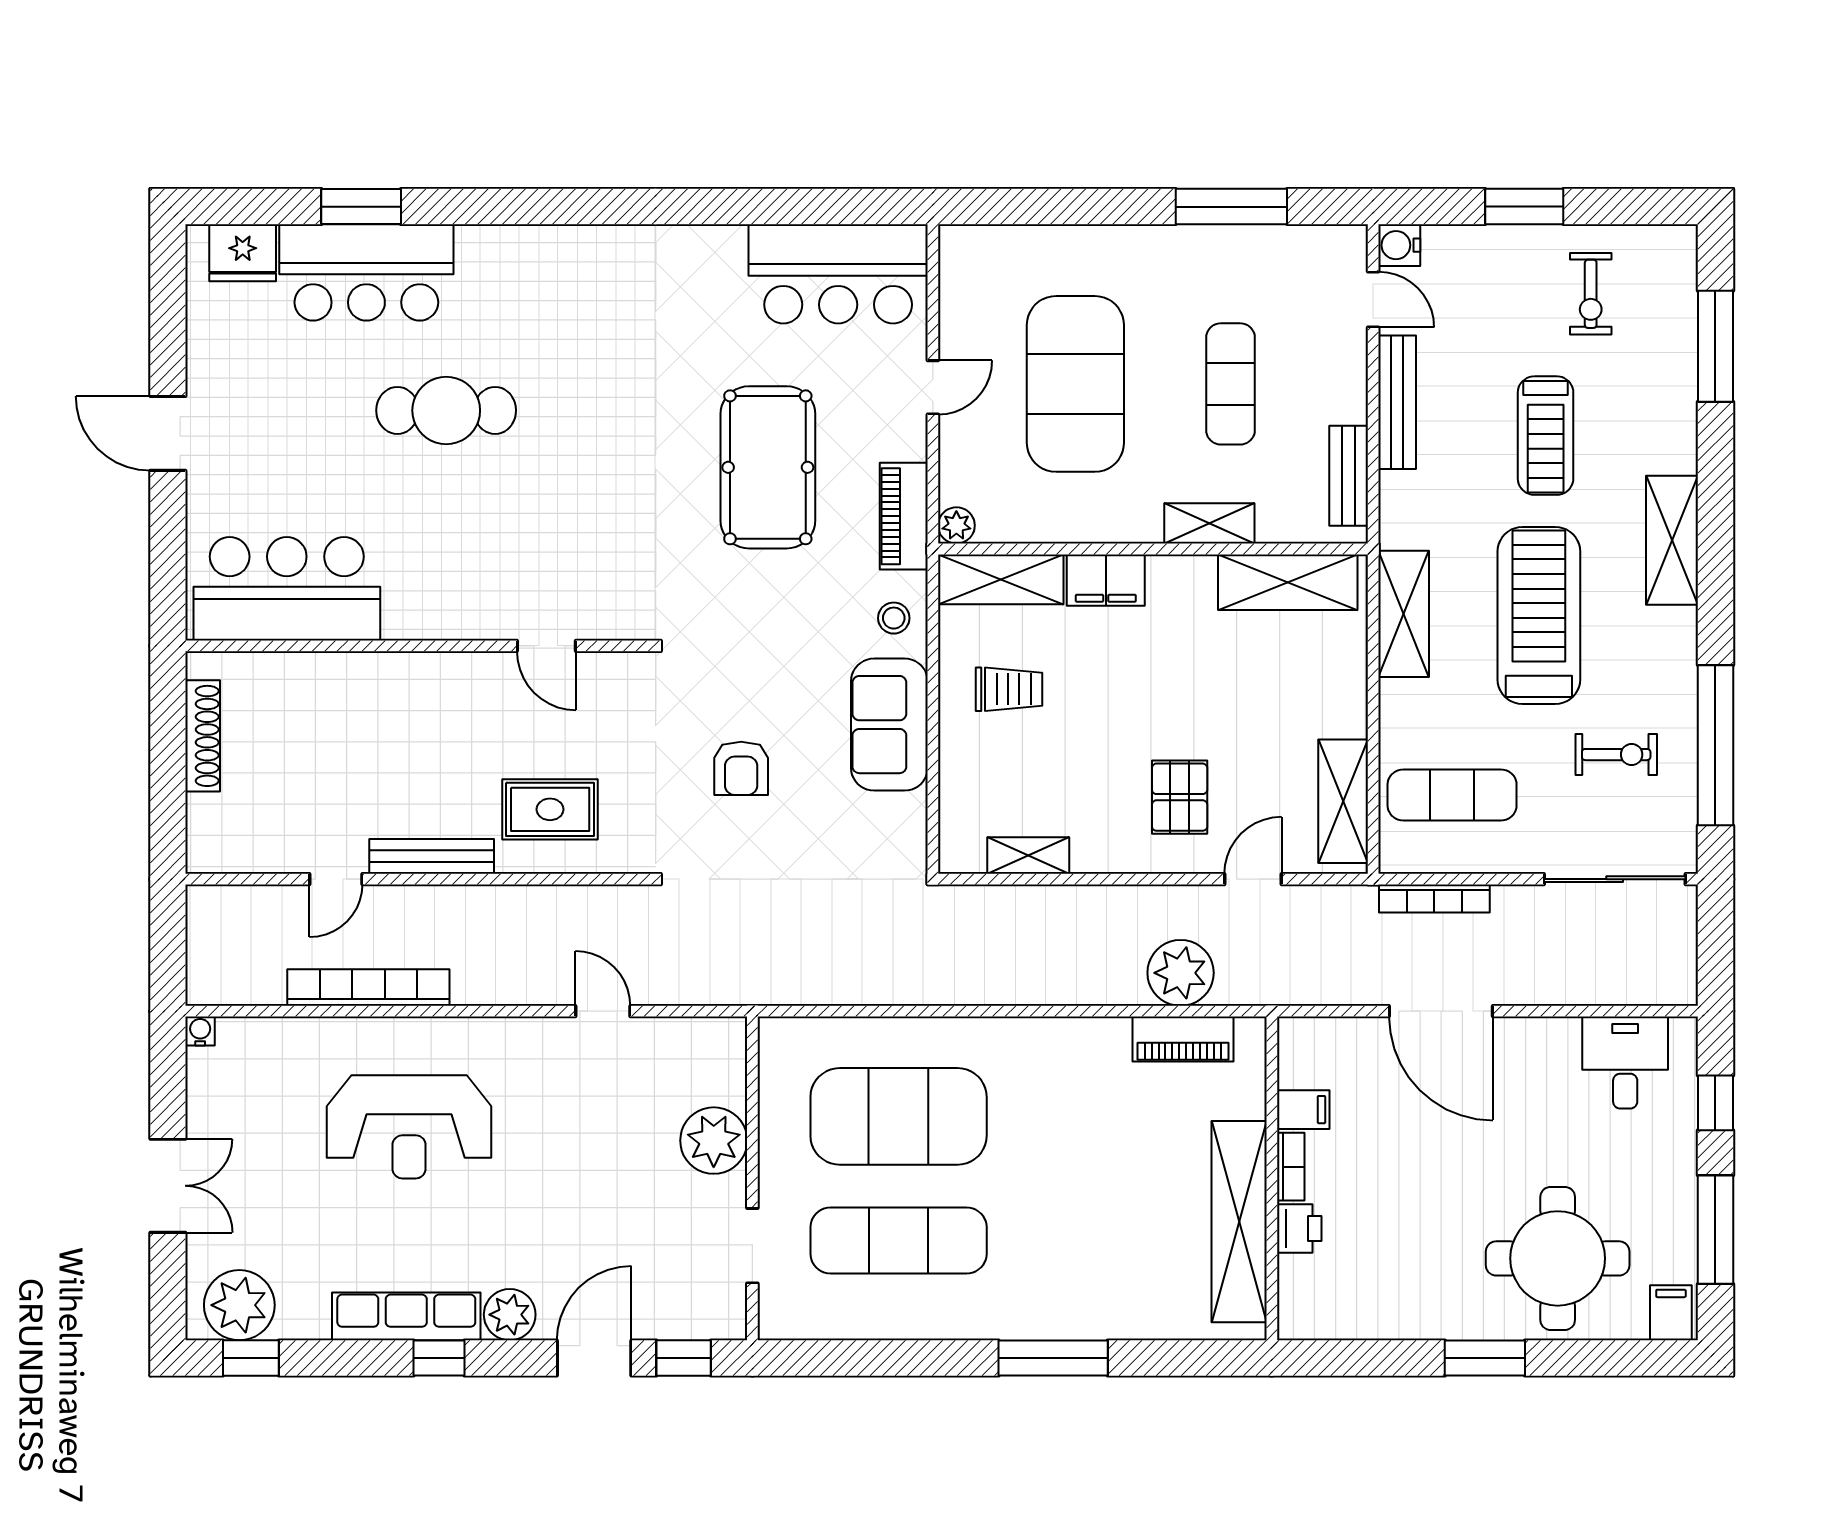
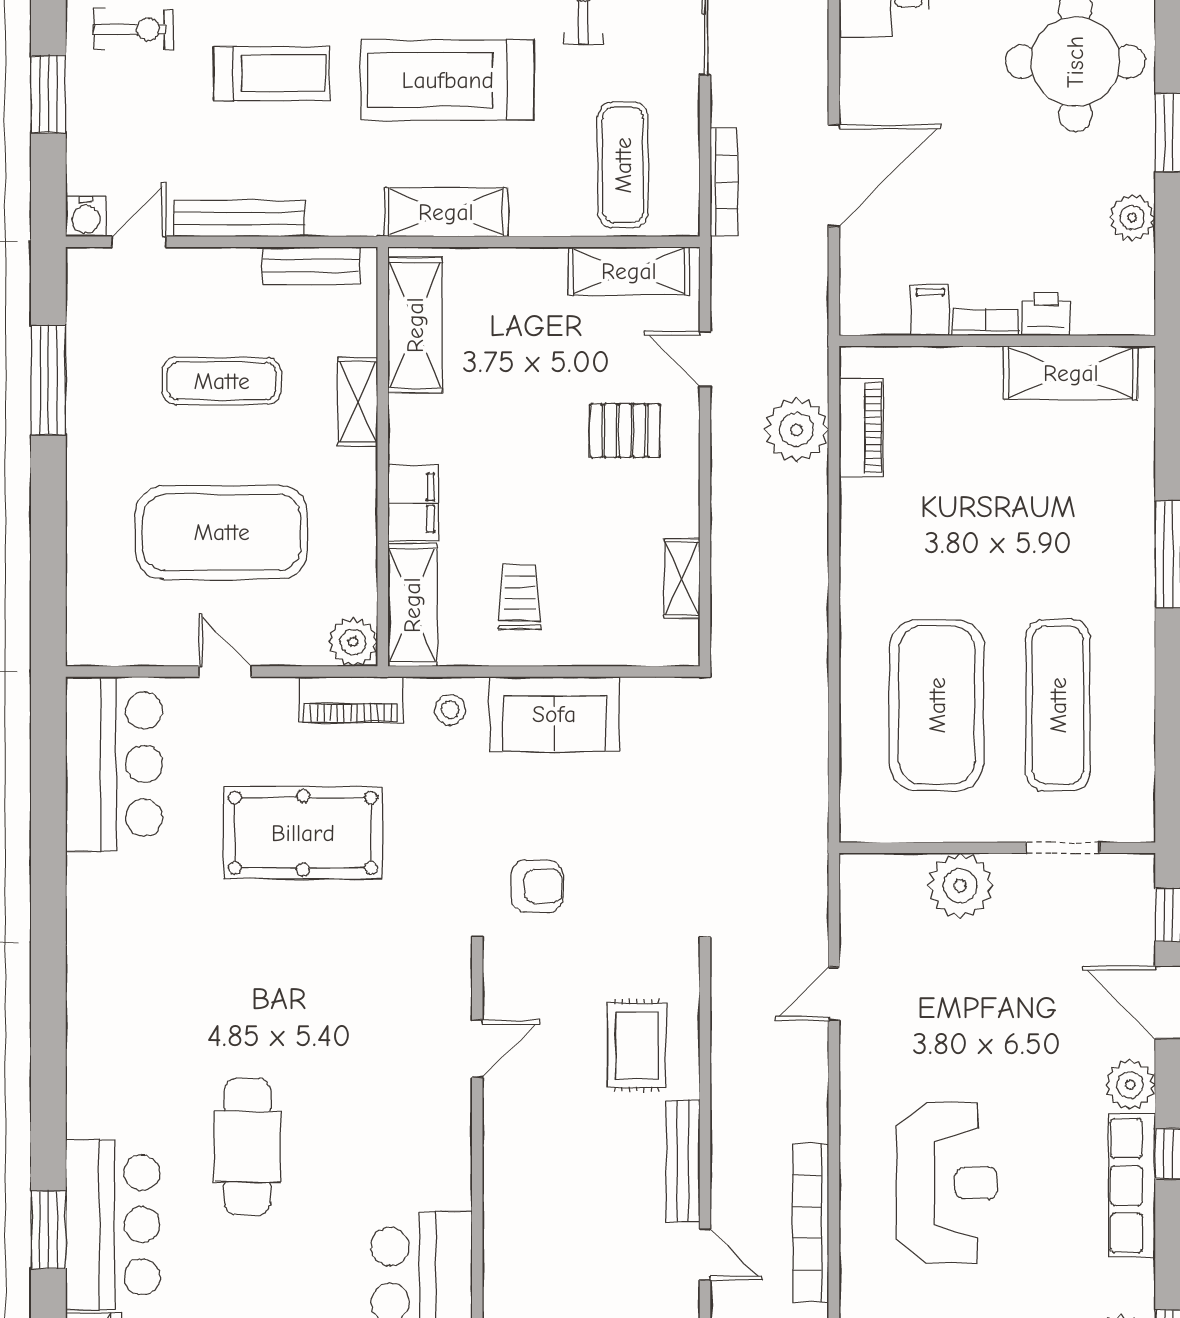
plant: (956, 525) -> (353, 642), width x1.38, depth x1.38
armchair: (741, 768) -> (537, 886), moved
shelving: (1239, 1222) -> (1071, 373), width x0.68
plant: (1398, 1317) -> (1132, 218), added

